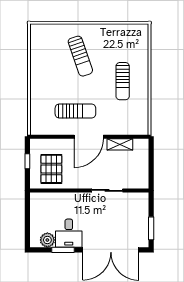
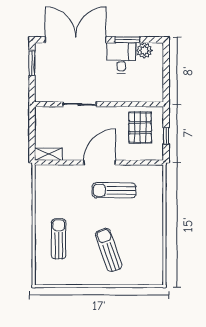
sun lounger: (123, 81) -> (59, 239), moved
shelving: (120, 144) -> (48, 154), moved

